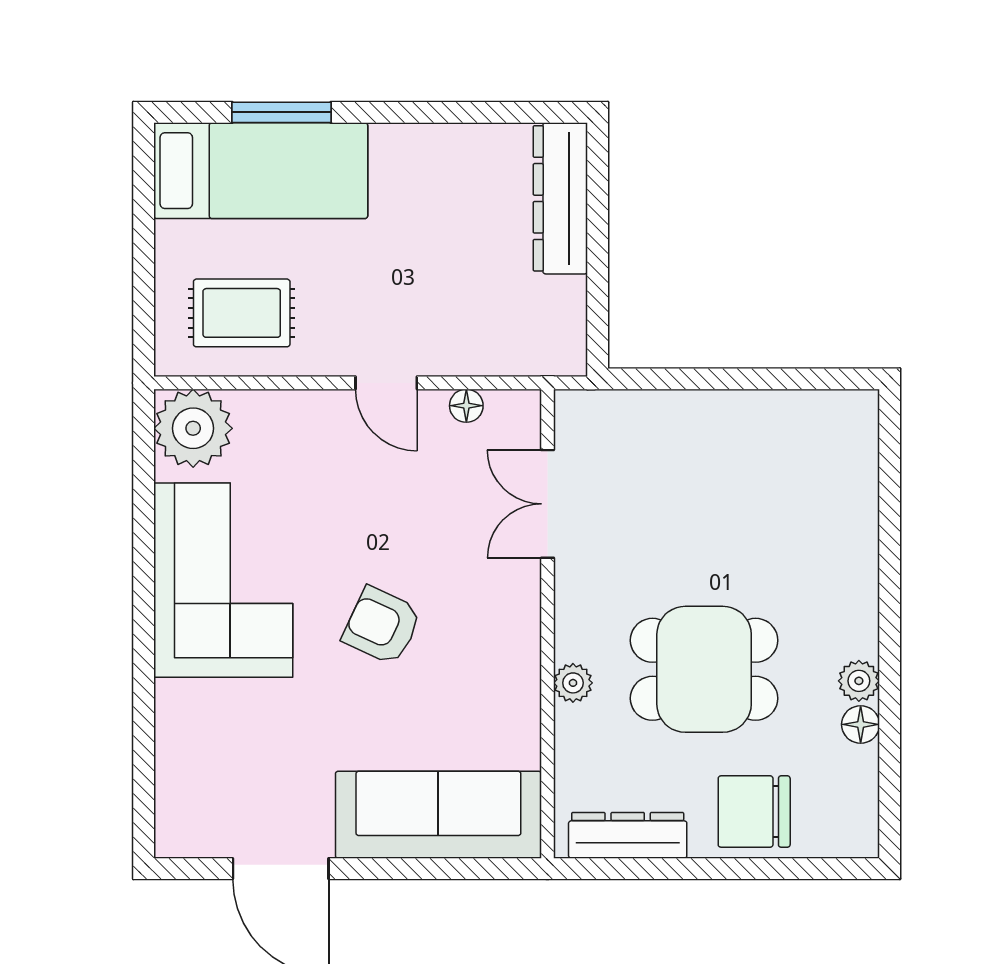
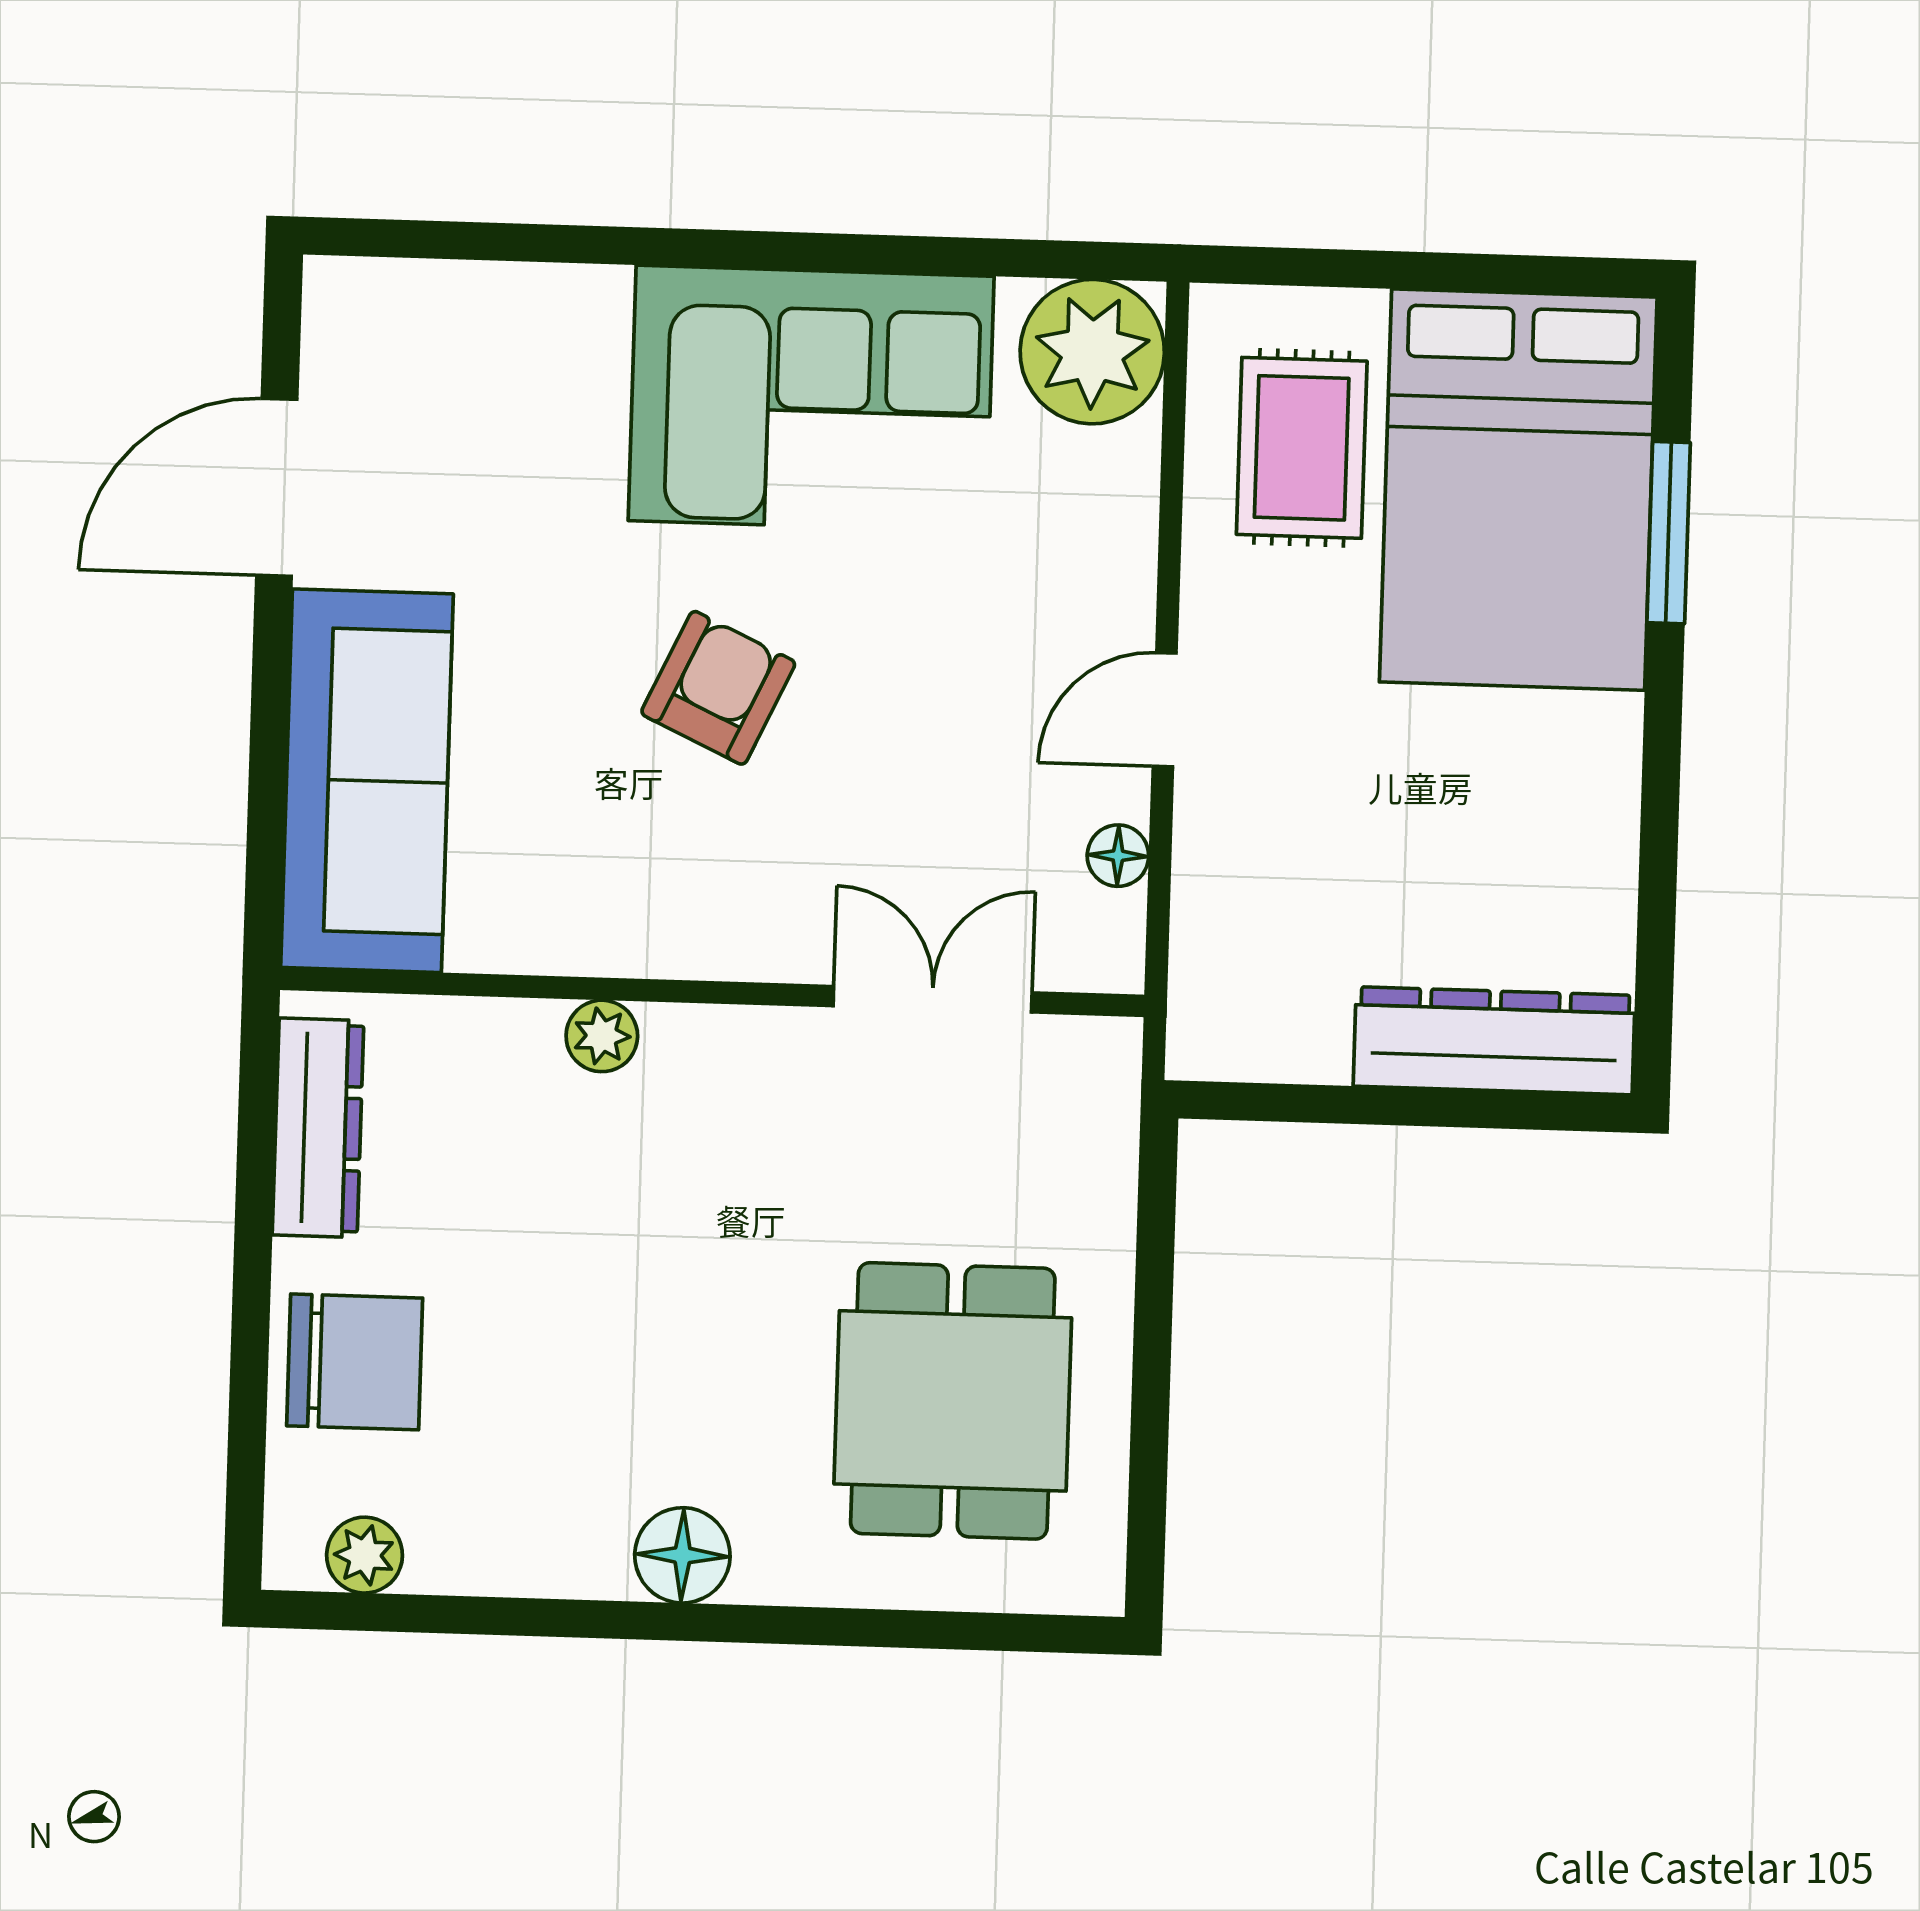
bed: (261, 171) -> (1518, 490), width x1.50
dining table: (704, 669) -> (953, 1401), moved
plant: (859, 681) -> (365, 1555), moved
floor lamp: (861, 724) -> (682, 1555), moved, width x1.37, depth x1.37
chair: (754, 812) -> (355, 1362), turned 90

